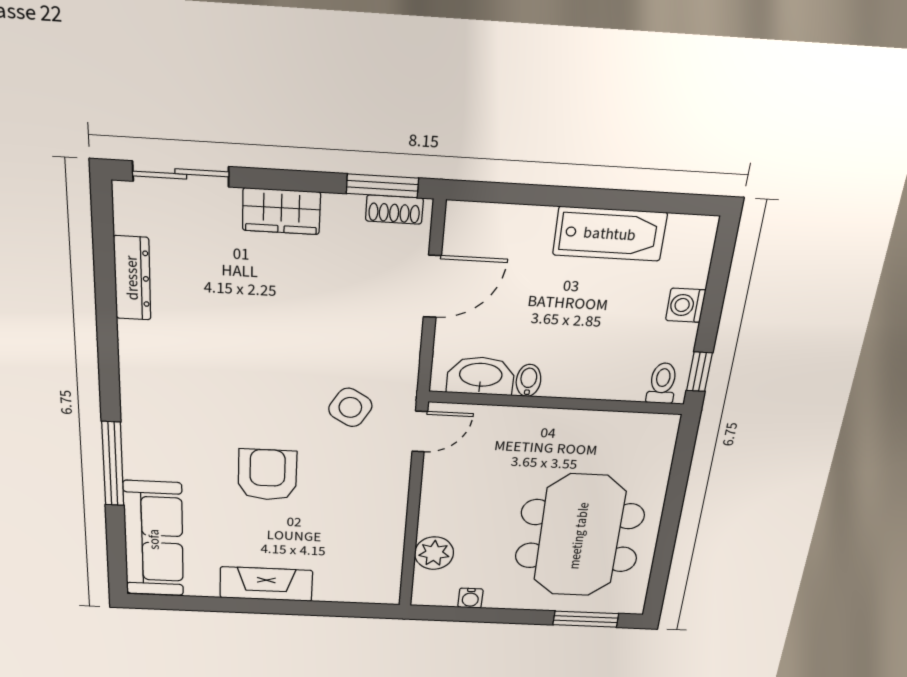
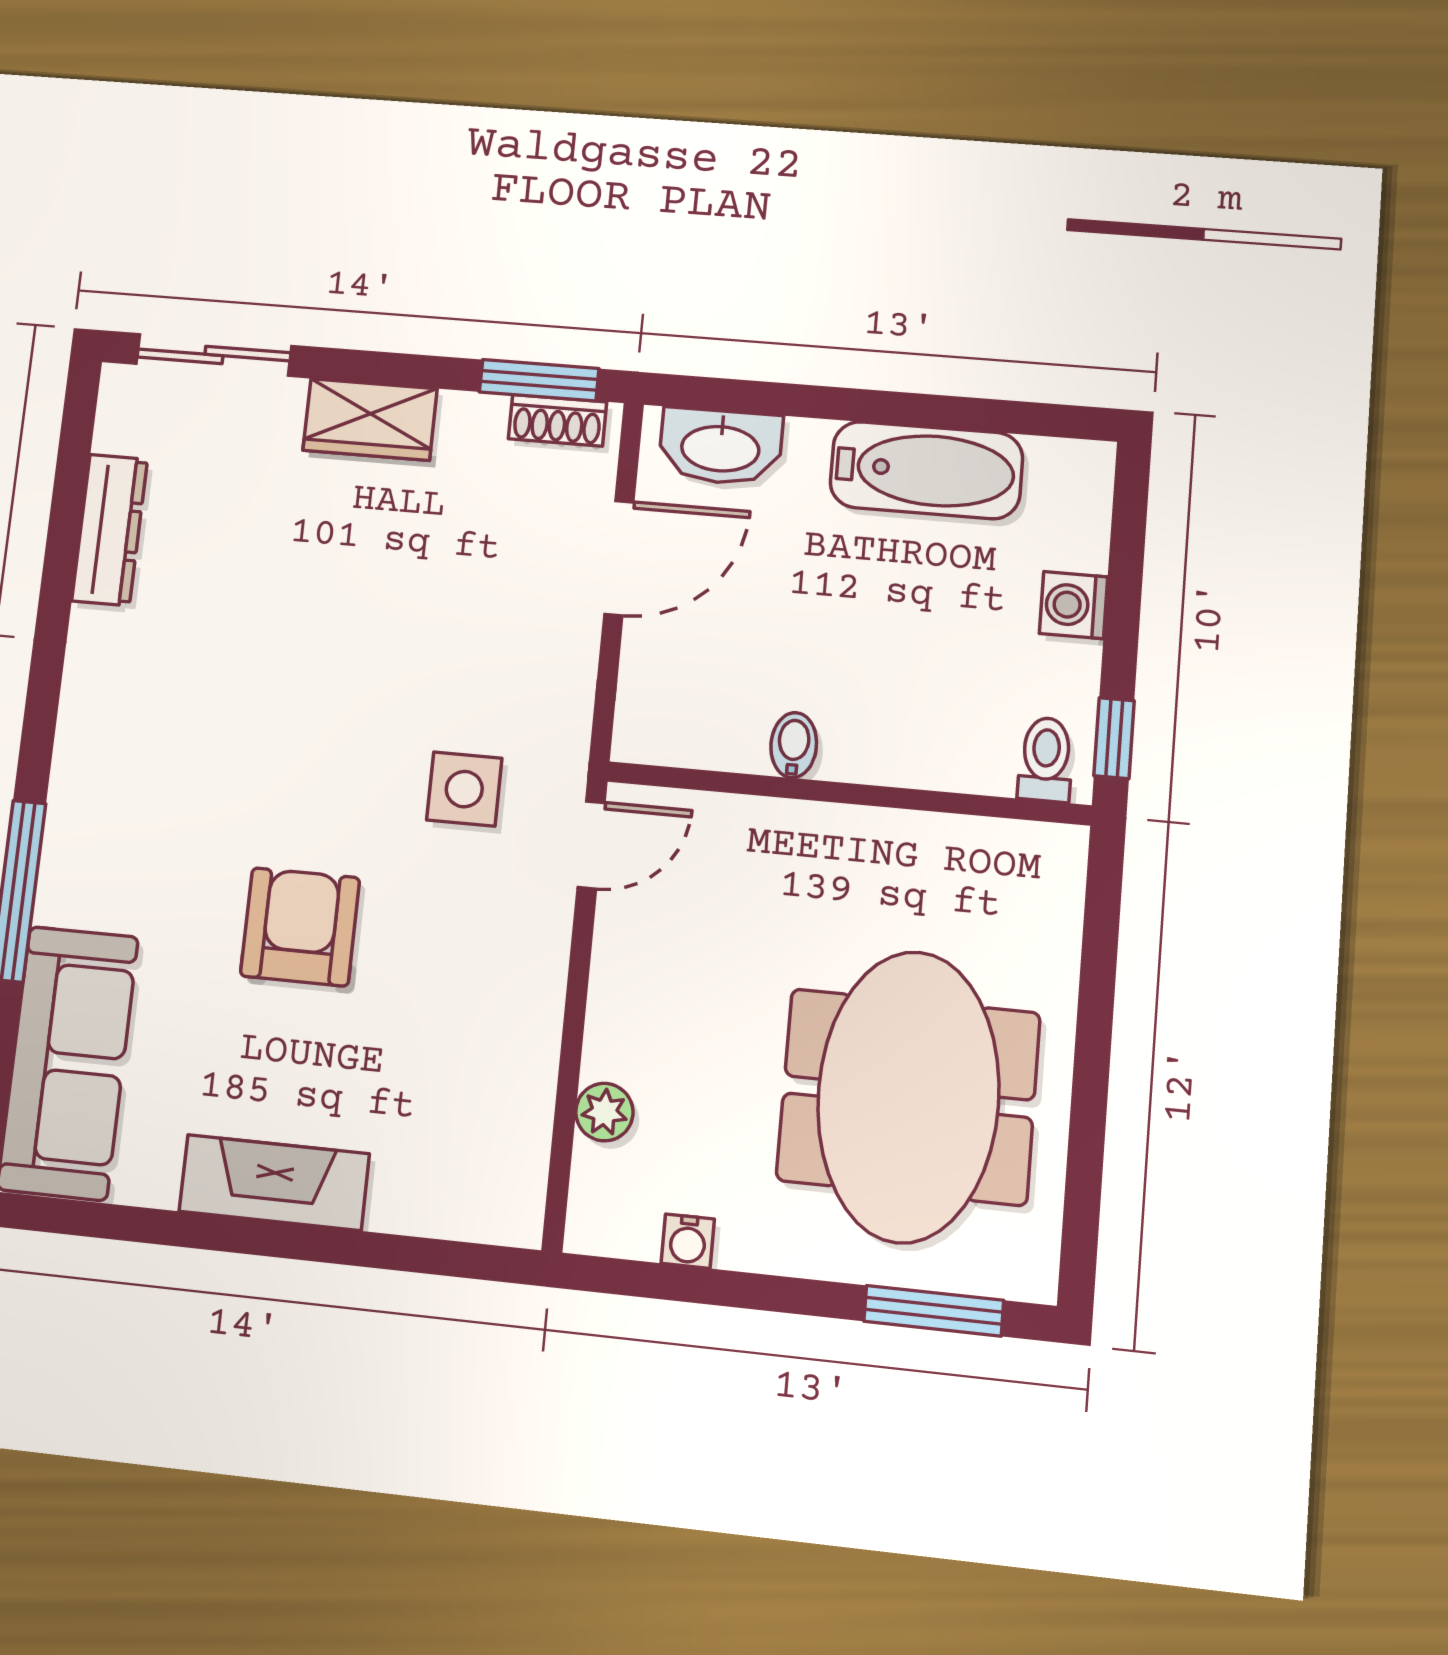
washbasin: (481, 376) -> (720, 447), moved, turned 180
side table: (350, 407) -> (464, 789), turned -31
plant: (434, 553) -> (604, 1112), width x0.73, depth x0.73

